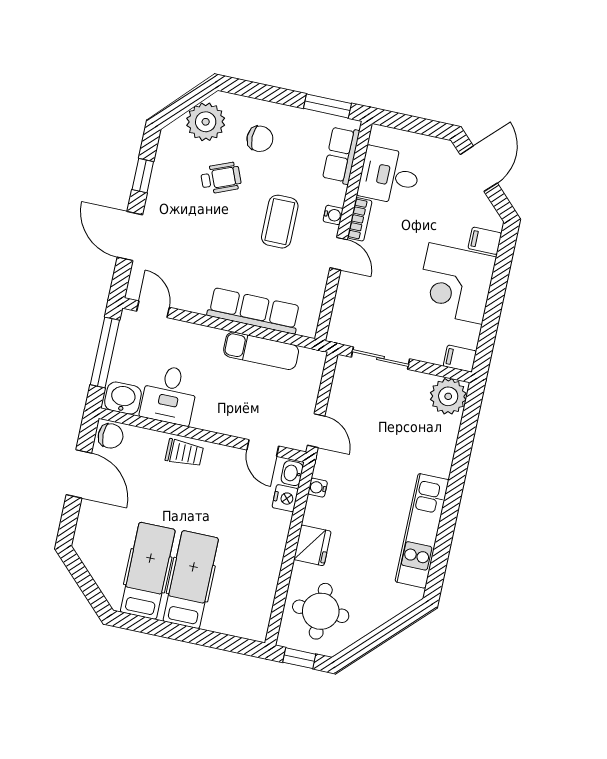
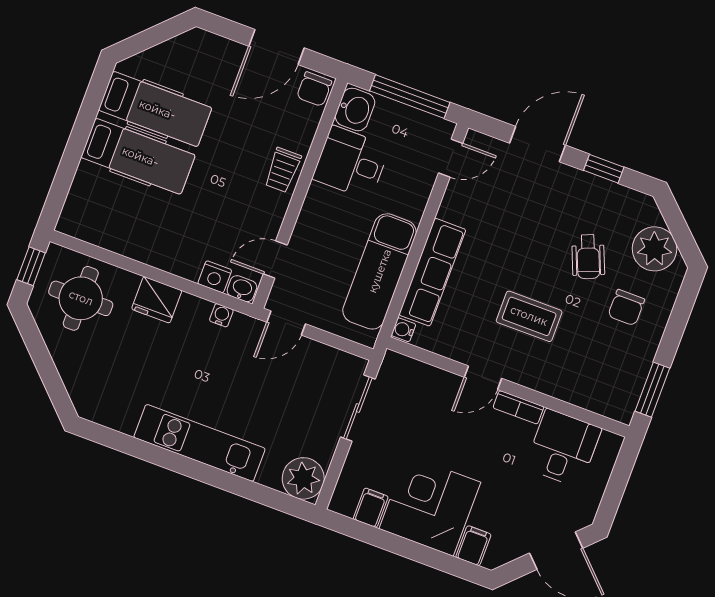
row of seats: (341, 155) -> (594, 397), removed
water cooler: (333, 215) -> (404, 330), moved, turned 90
exam couch: (261, 351) -> (380, 271), width x1.36, depth x1.45
filing cabinet: (460, 359) -> (371, 508), moved
kitchen unit: (422, 531) -> (199, 443), moved

